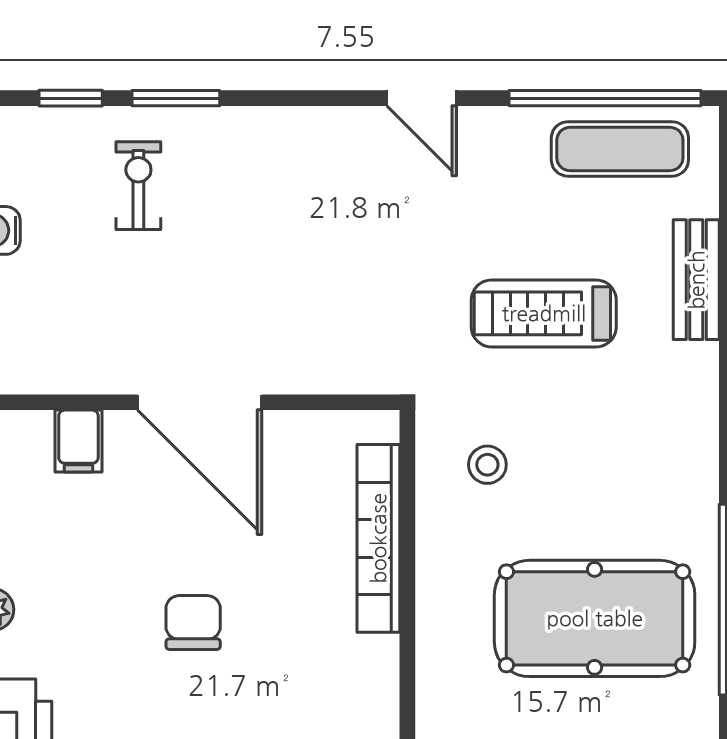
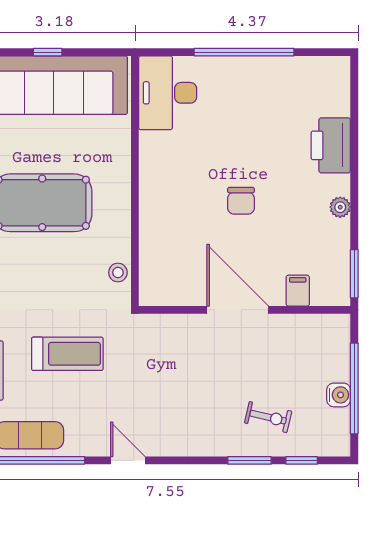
exercise bike: (138, 186) -> (268, 417), turned -77
stool: (487, 465) -> (118, 273), moved
bookcase: (378, 538) -> (149, 242), removed

